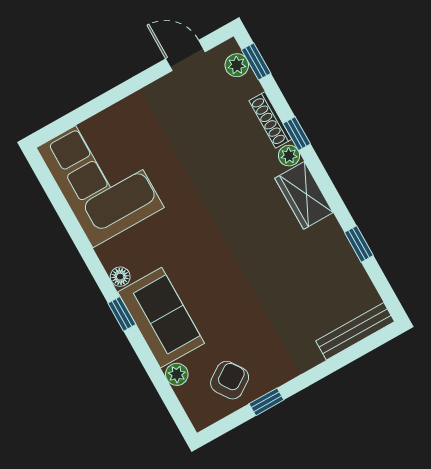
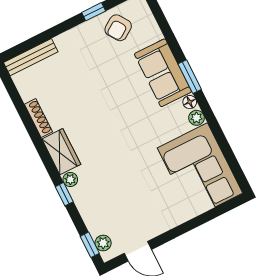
shoe rack: (270, 120) -> (38, 118), moved
window: (359, 244) -> (25, 117), removed
window: (122, 314) -> (190, 77), width x1.50
plant: (177, 374) -> (196, 118), moved

